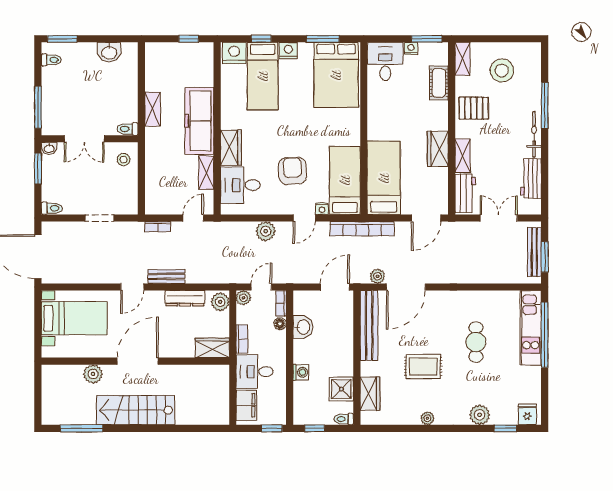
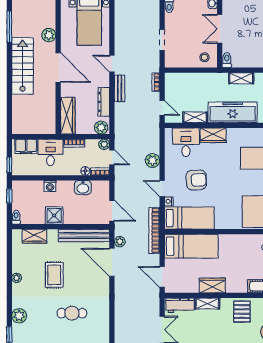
wardrobe: (212, 348) -> (68, 116), width x1.50
shower: (341, 389) -> (54, 215), moved

